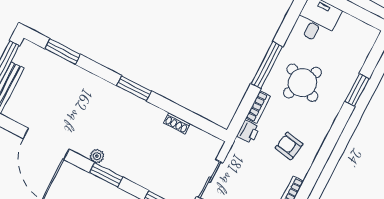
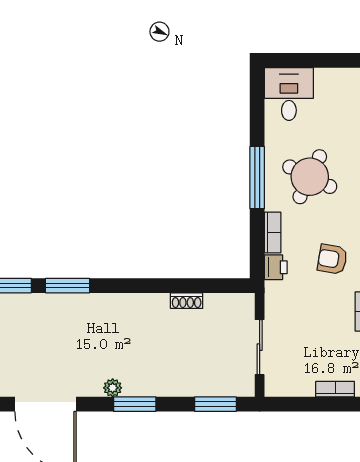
window: (134, 88) -> (68, 286), moved

